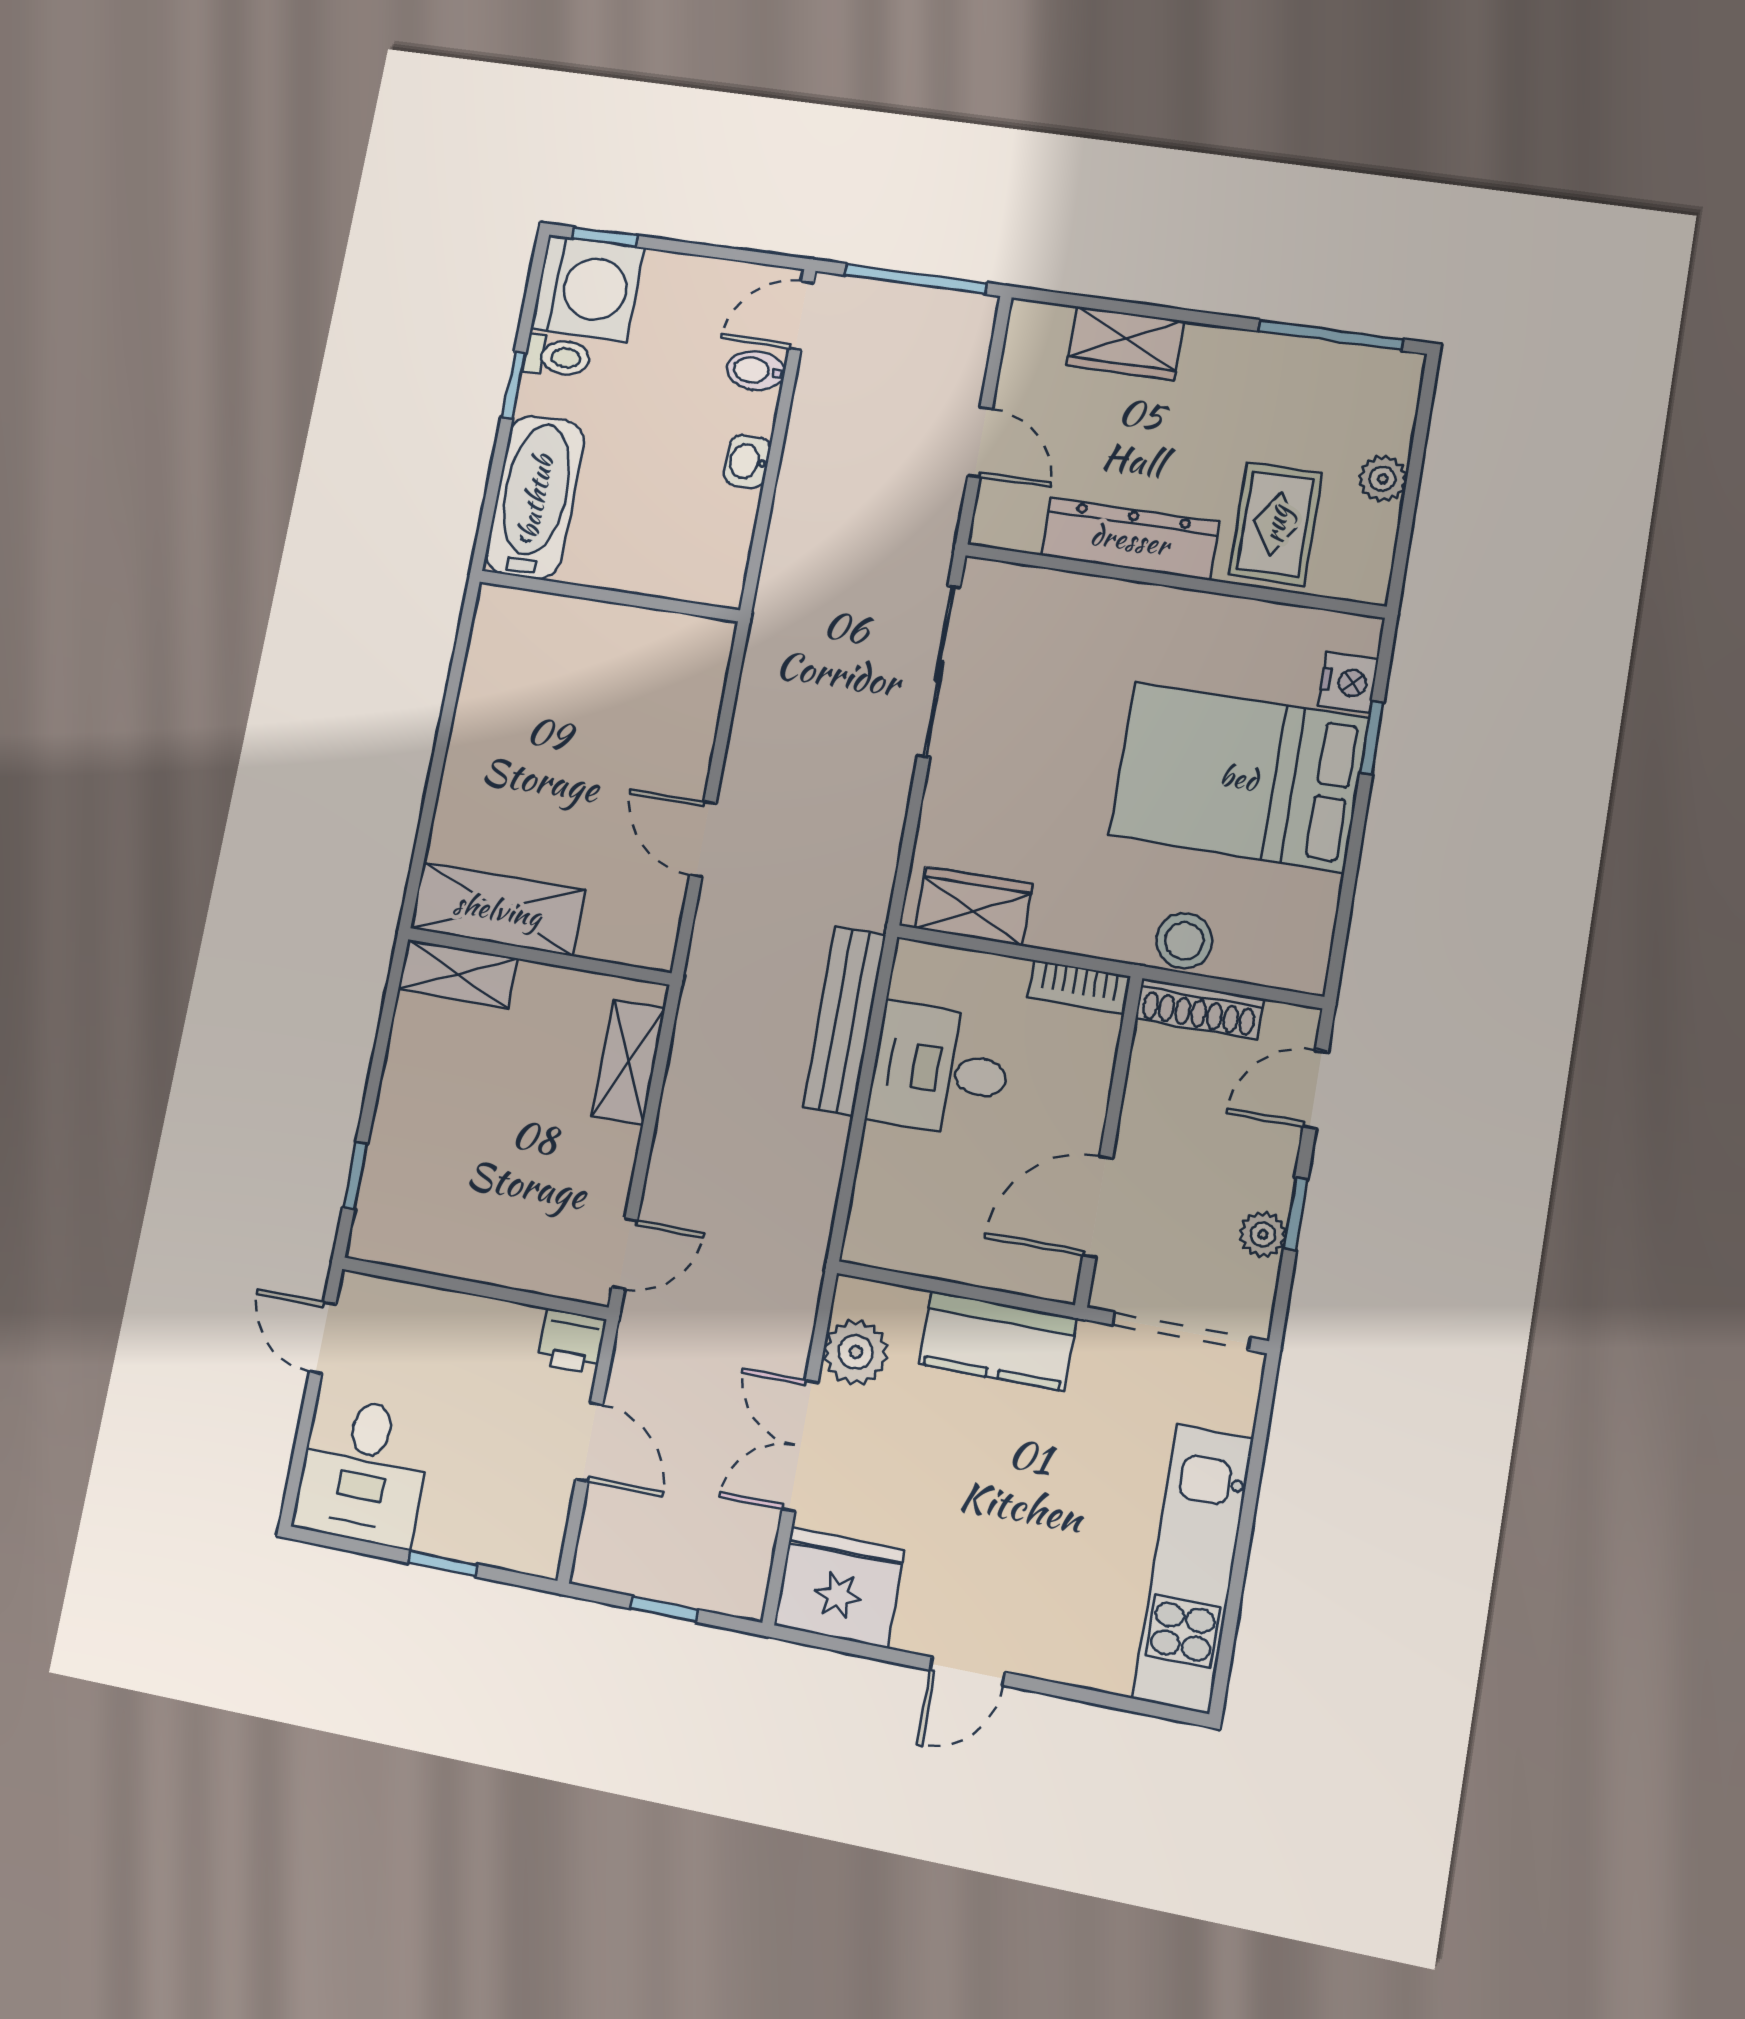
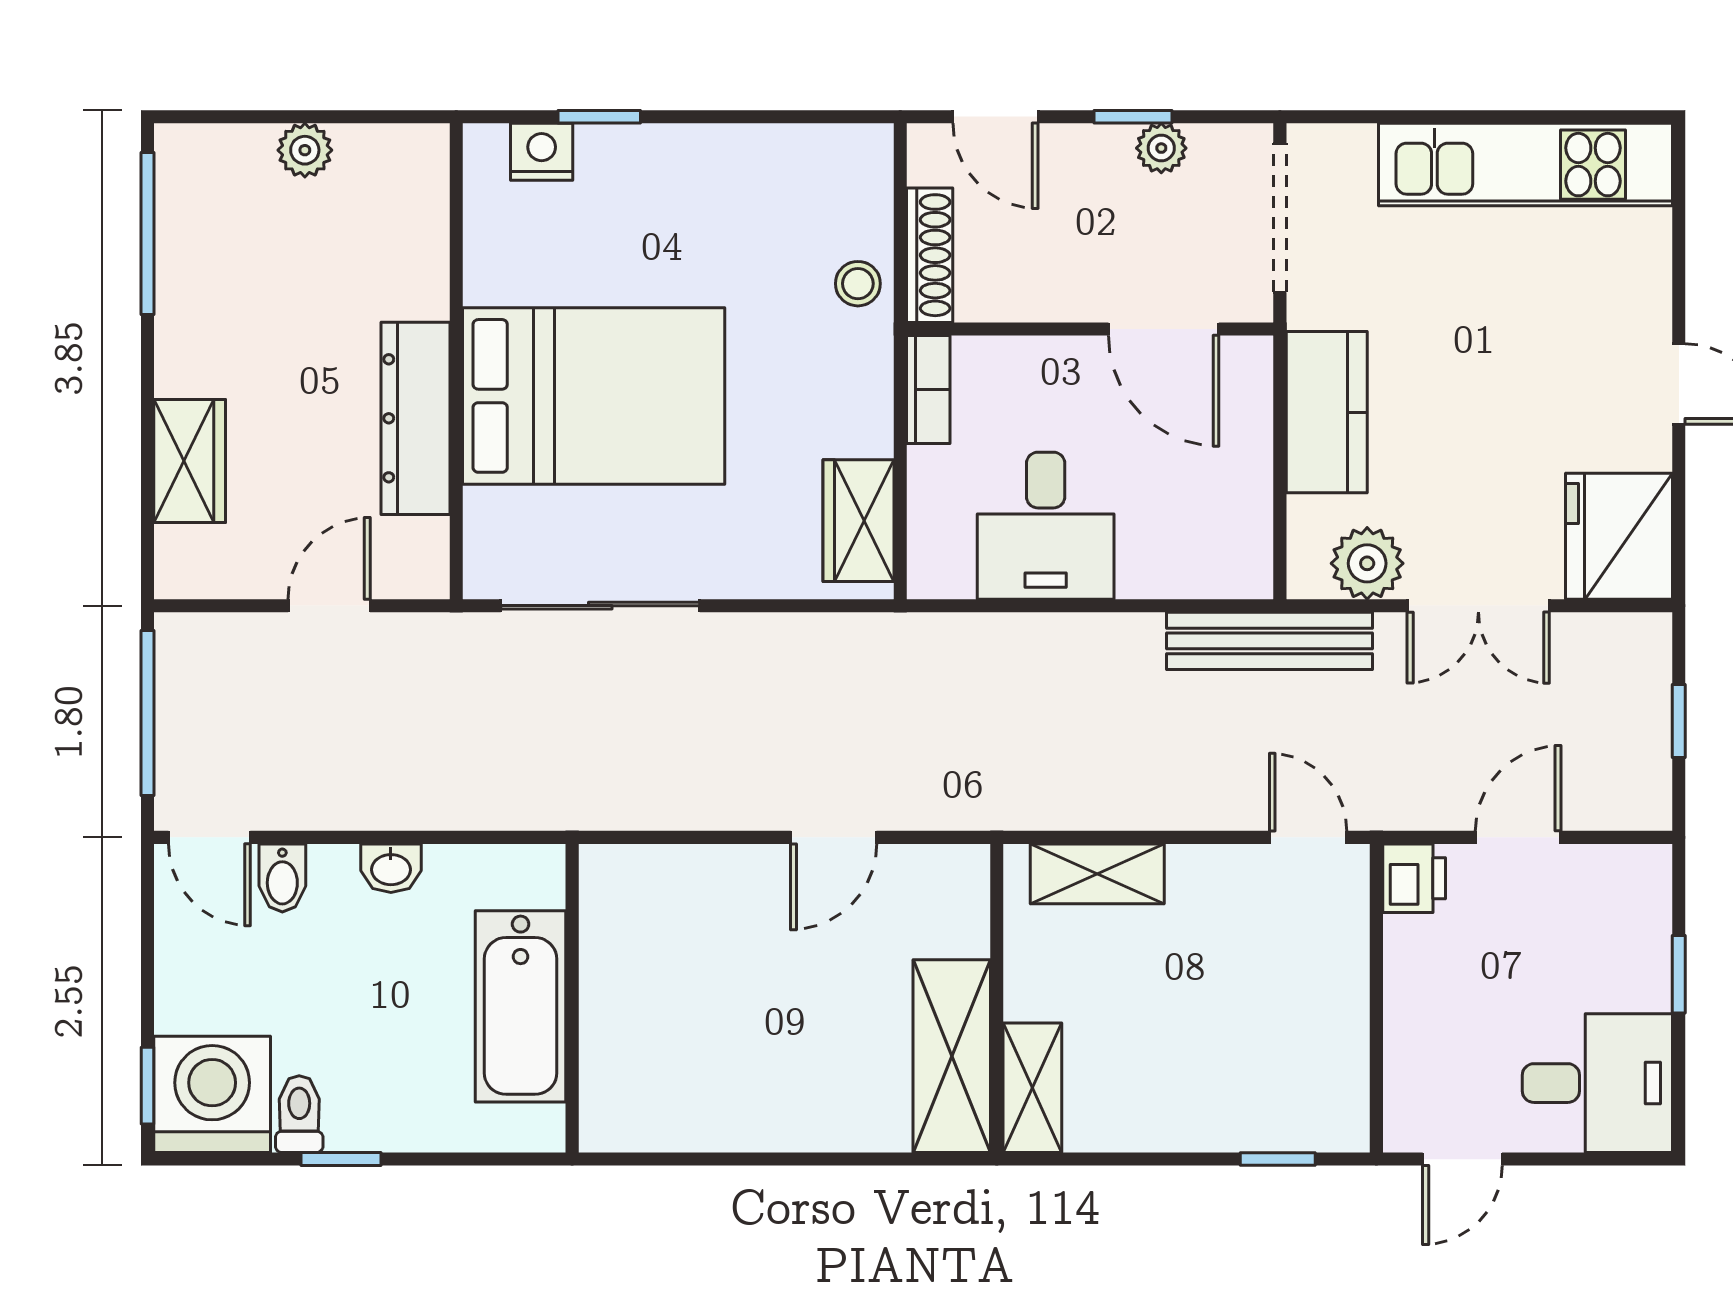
bathtub: (535, 497) -> (521, 1006), moved, turned -90
rug: (1275, 524) -> (374, 260), removed
bed: (1239, 777) -> (594, 396), moved, turned -90
stool: (1184, 941) -> (858, 284), width x0.73, depth x0.73
bench: (844, 1021) -> (1270, 641), moved

